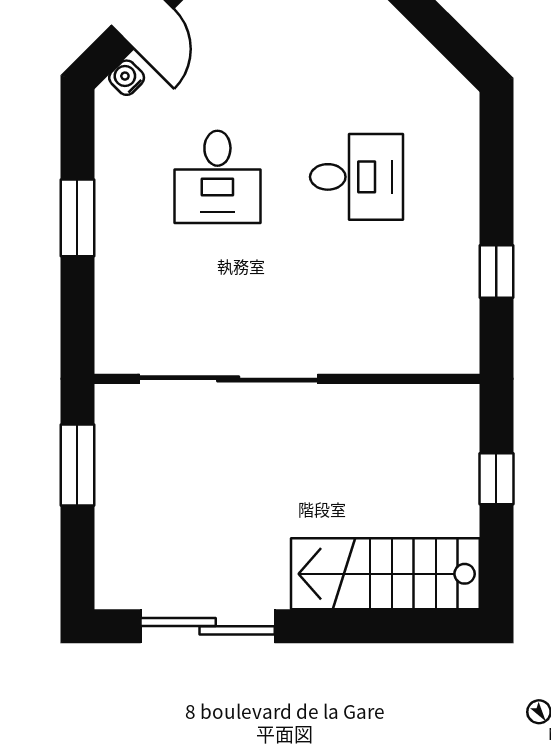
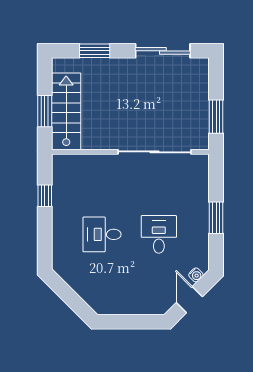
window: (496, 479) -> (45, 111), width x1.50
stairs: (385, 574) -> (66, 111), moved, turned -90
window: (374, 626) -> (95, 51), added

